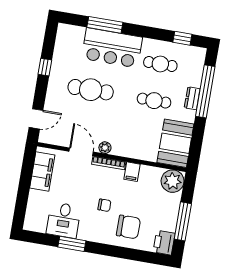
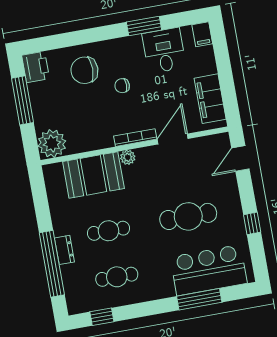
bar counter: (112, 48) -> (209, 270), moved
booth: (175, 143) -> (93, 175), moved, turned 90
plant: (105, 148) -> (128, 157), moved
door: (81, 152) -> (173, 139), swing flipped
filing cabinet: (132, 172) -> (202, 34), moved, turned 180

